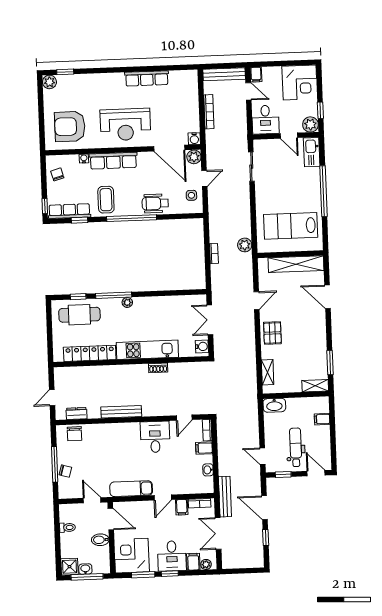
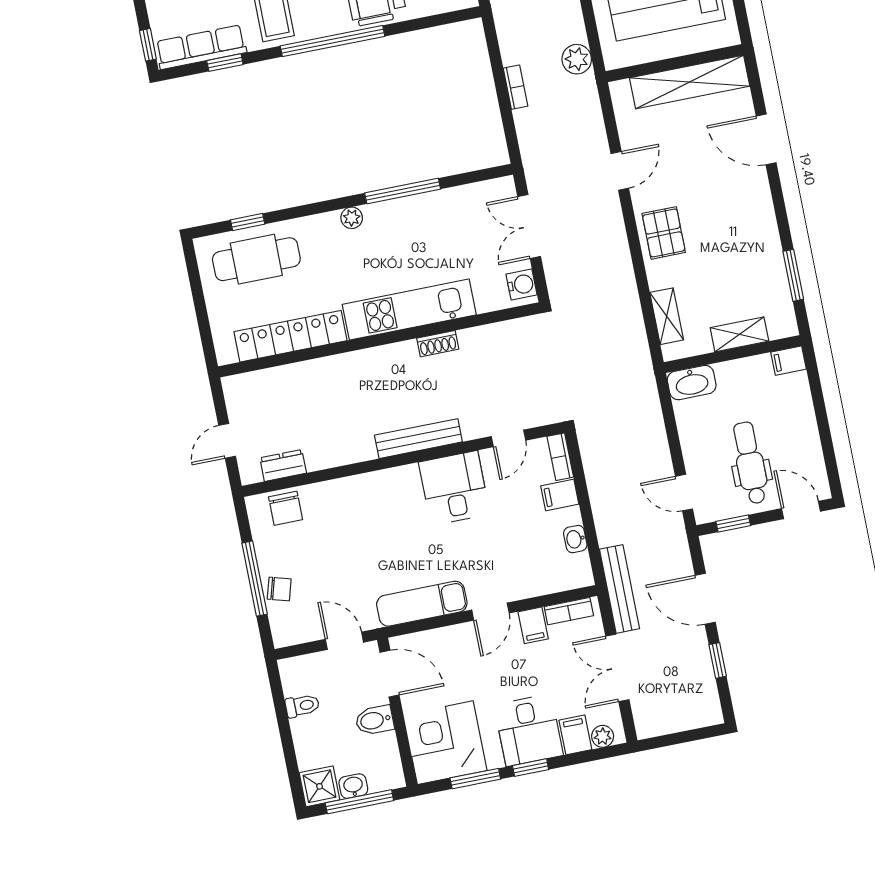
window: (114, 295) -> (403, 191), moved
shelving: (315, 386) -> (739, 334), moved
bench: (121, 412) -> (418, 439), moved
filing cabinet: (322, 419) -> (789, 361), moved

